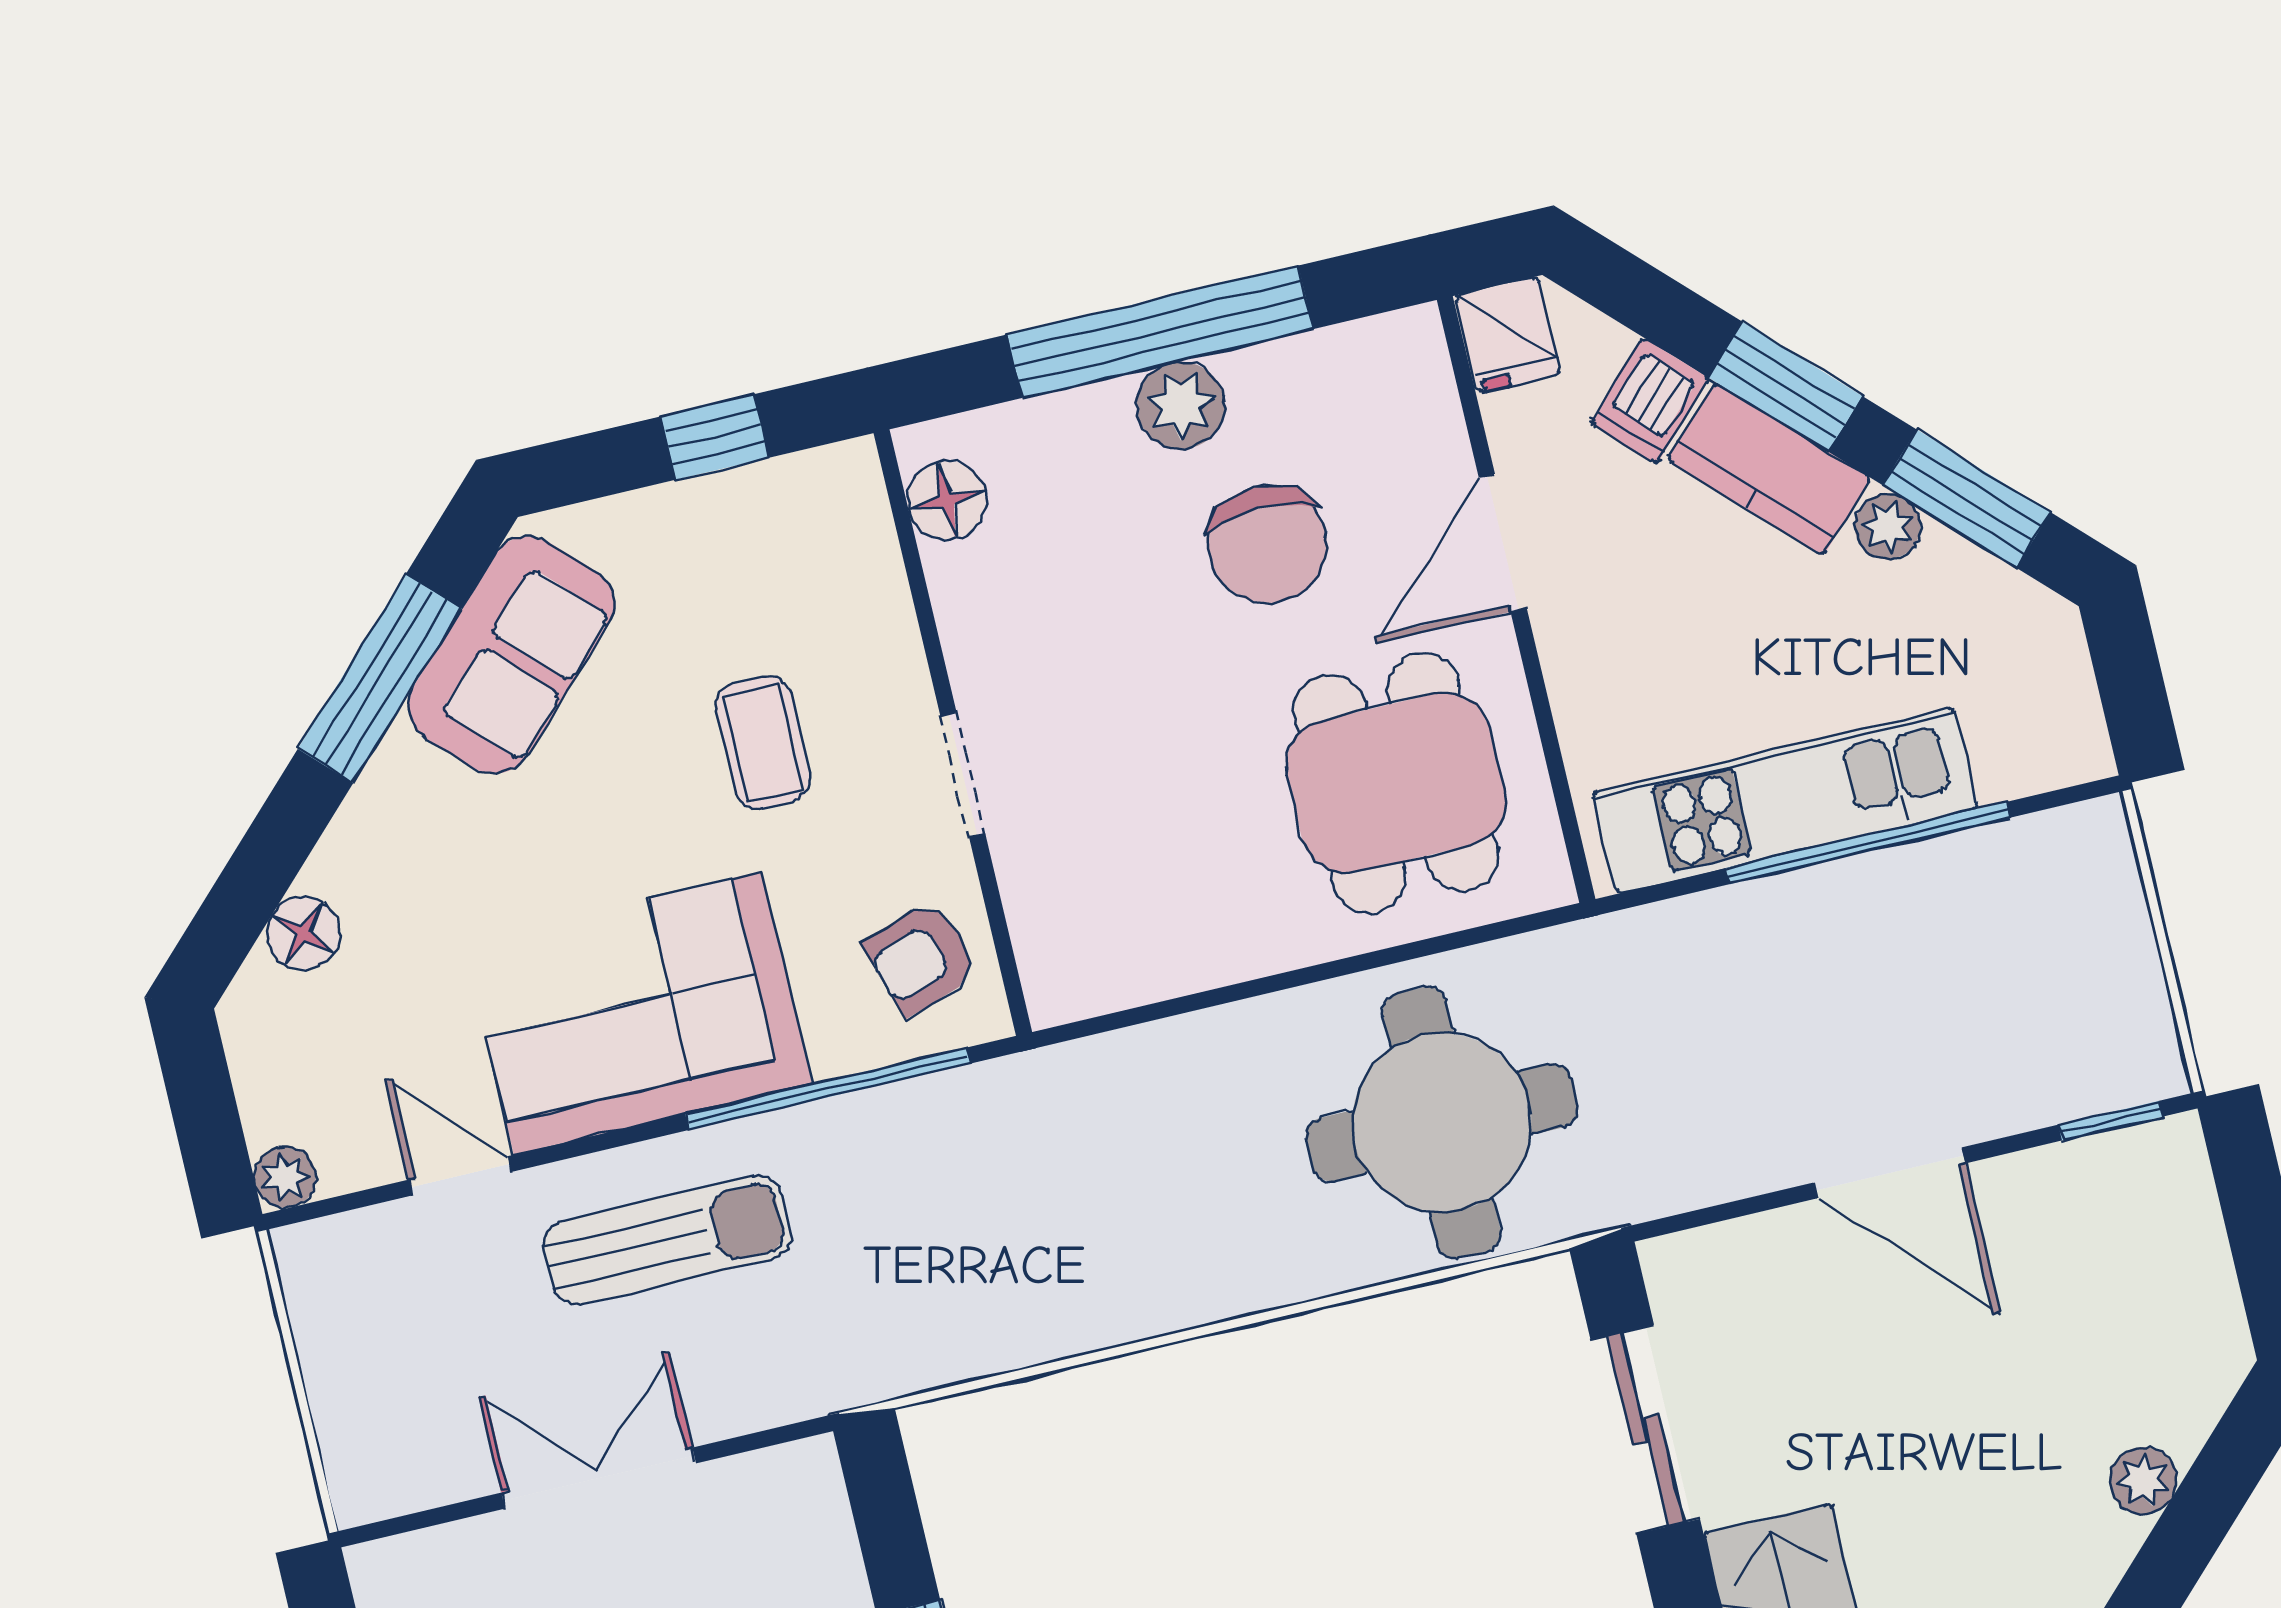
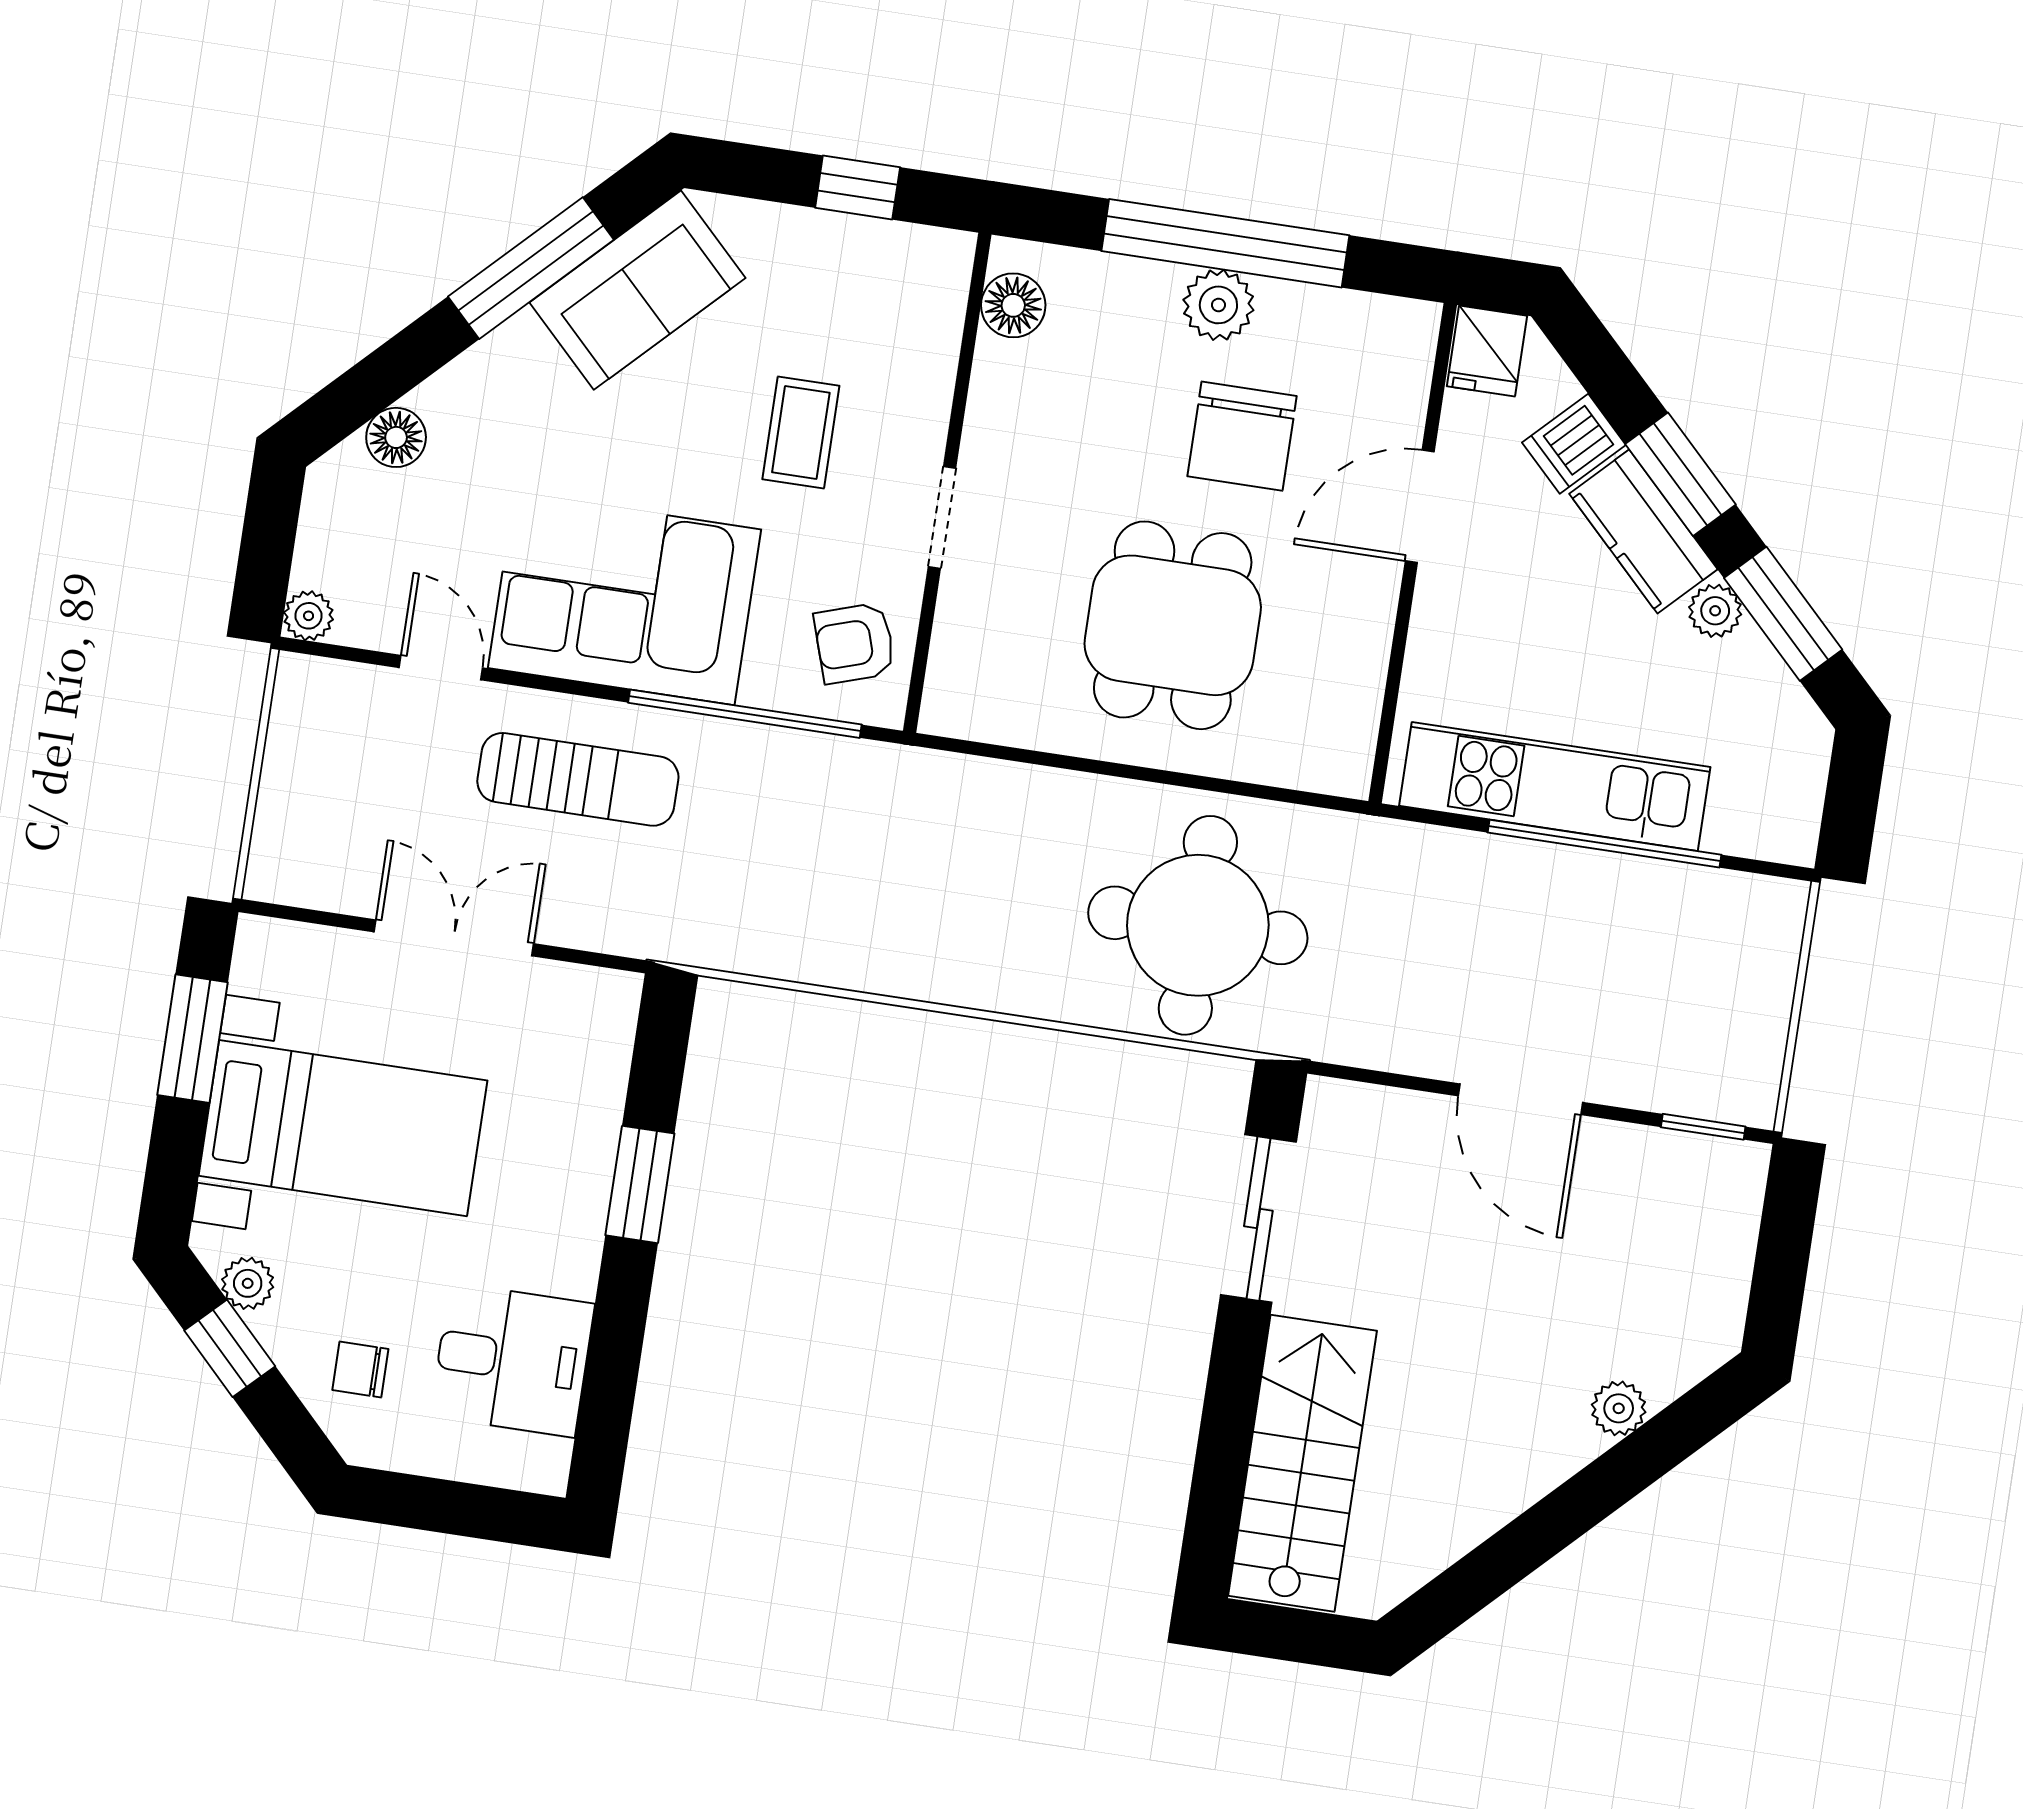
dining table: (1396, 783) -> (1173, 625), moved

